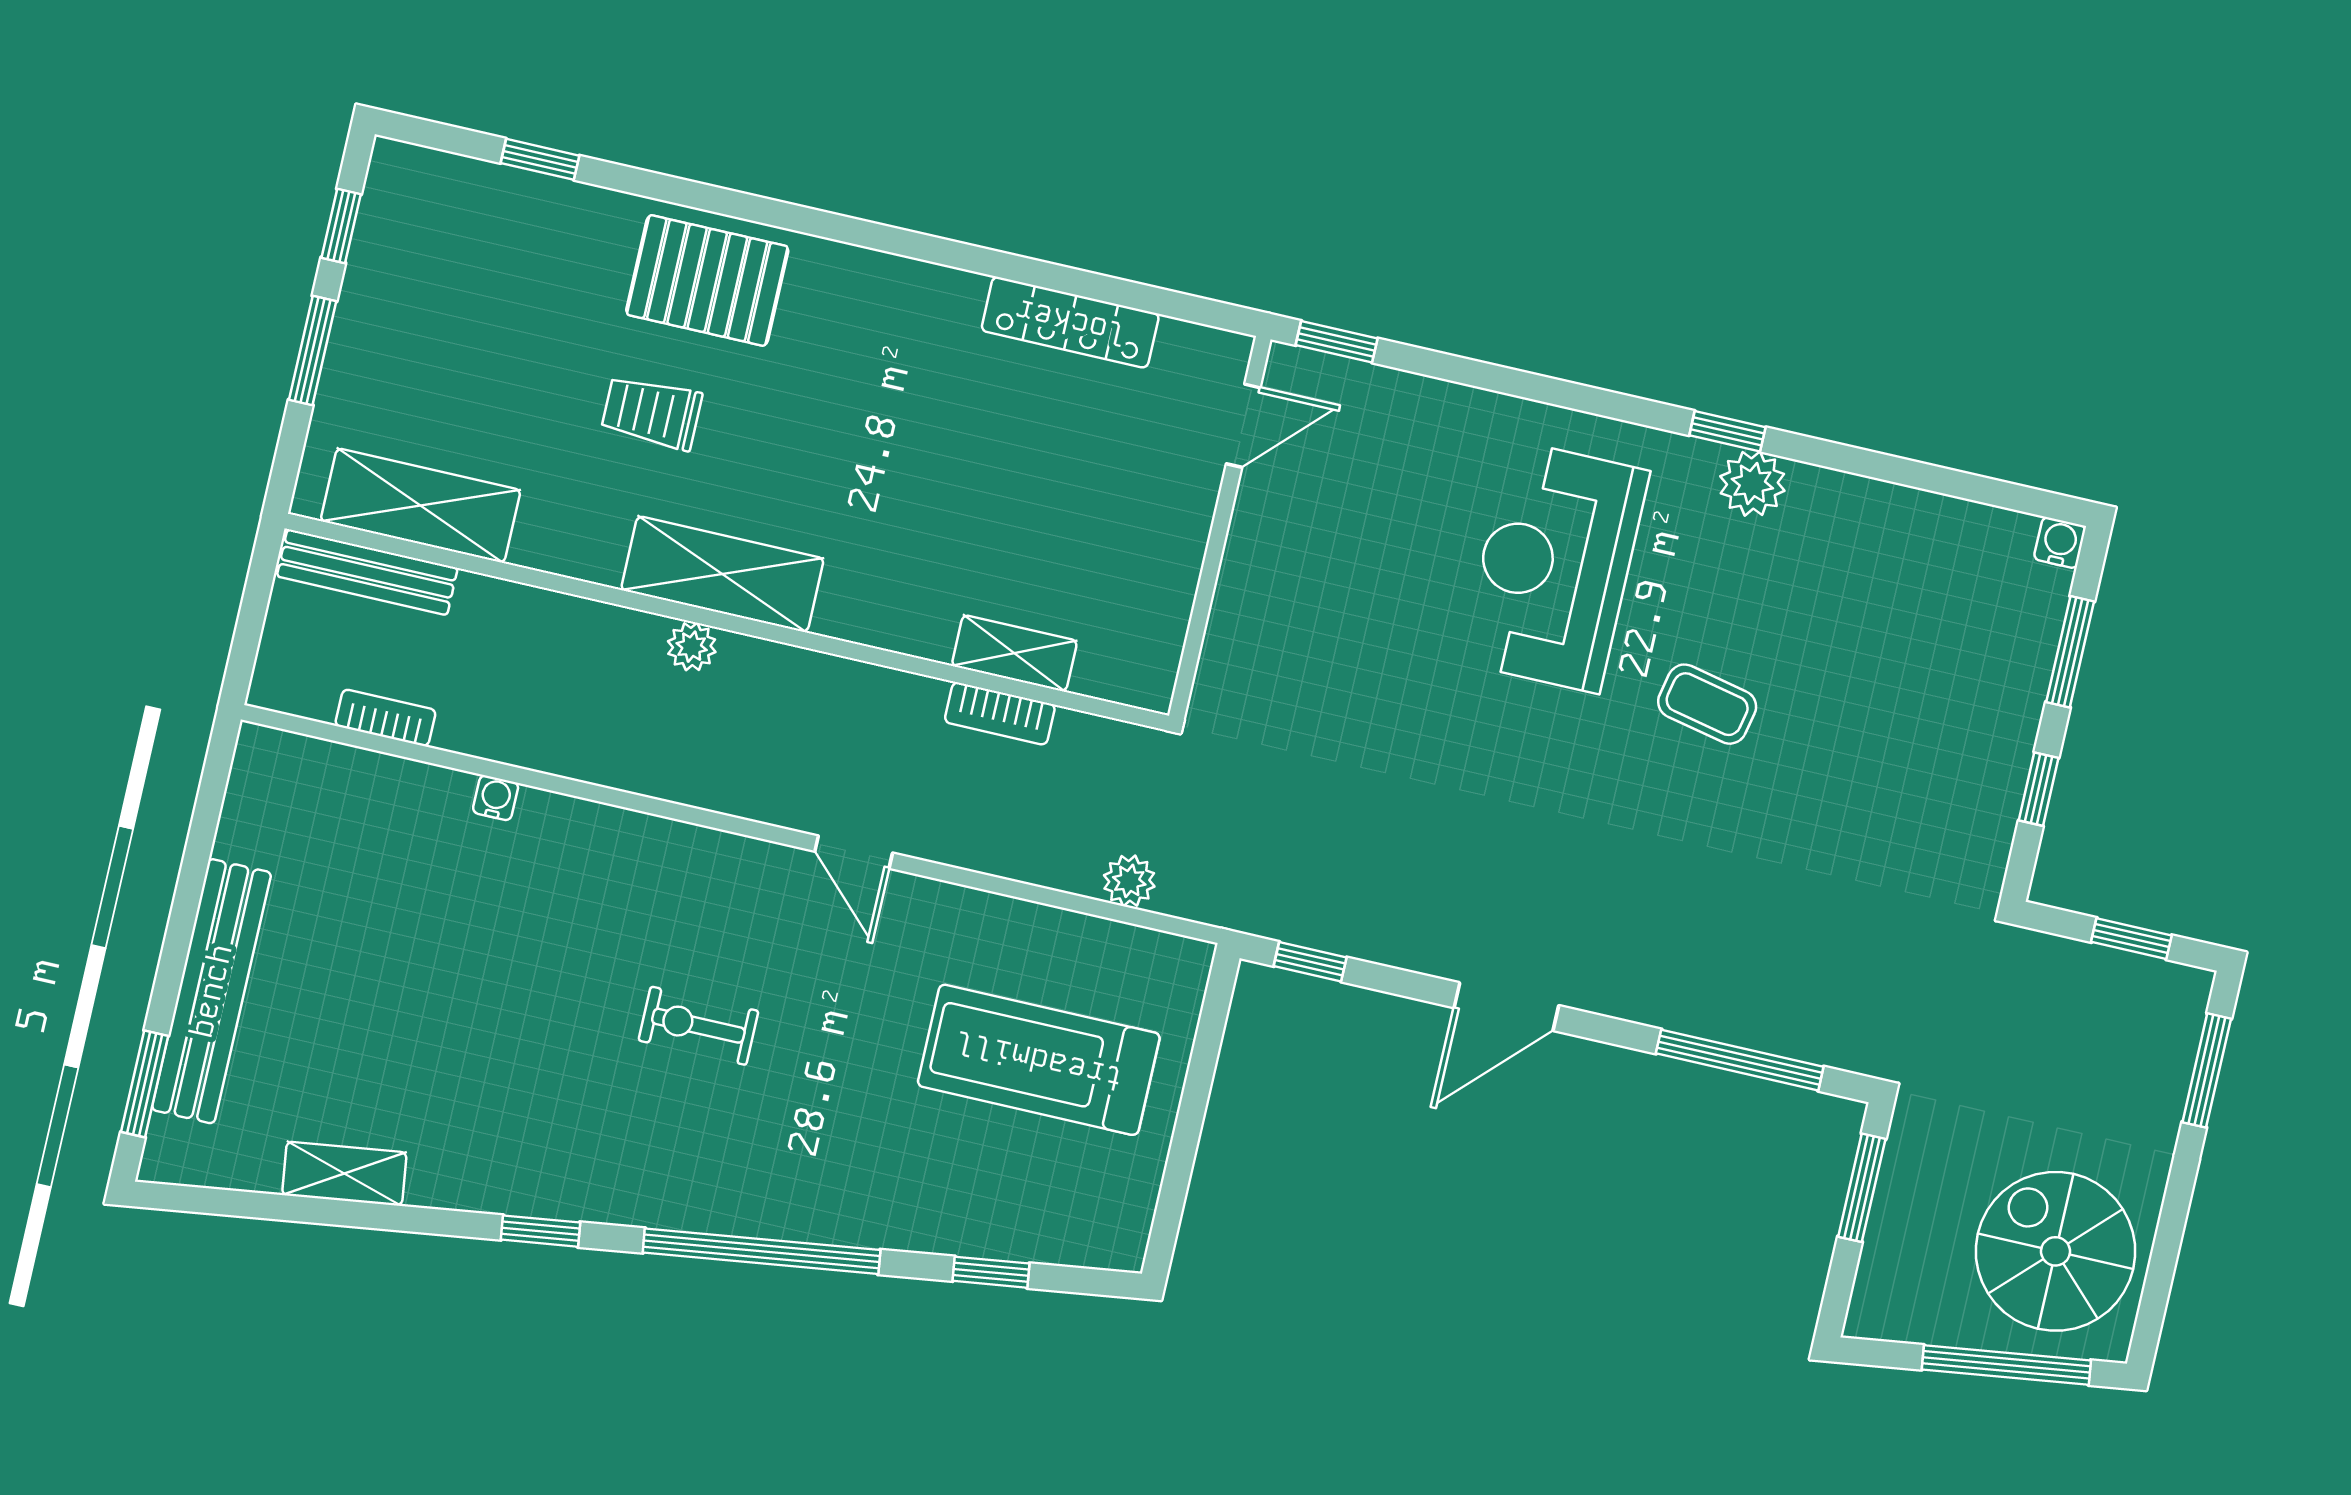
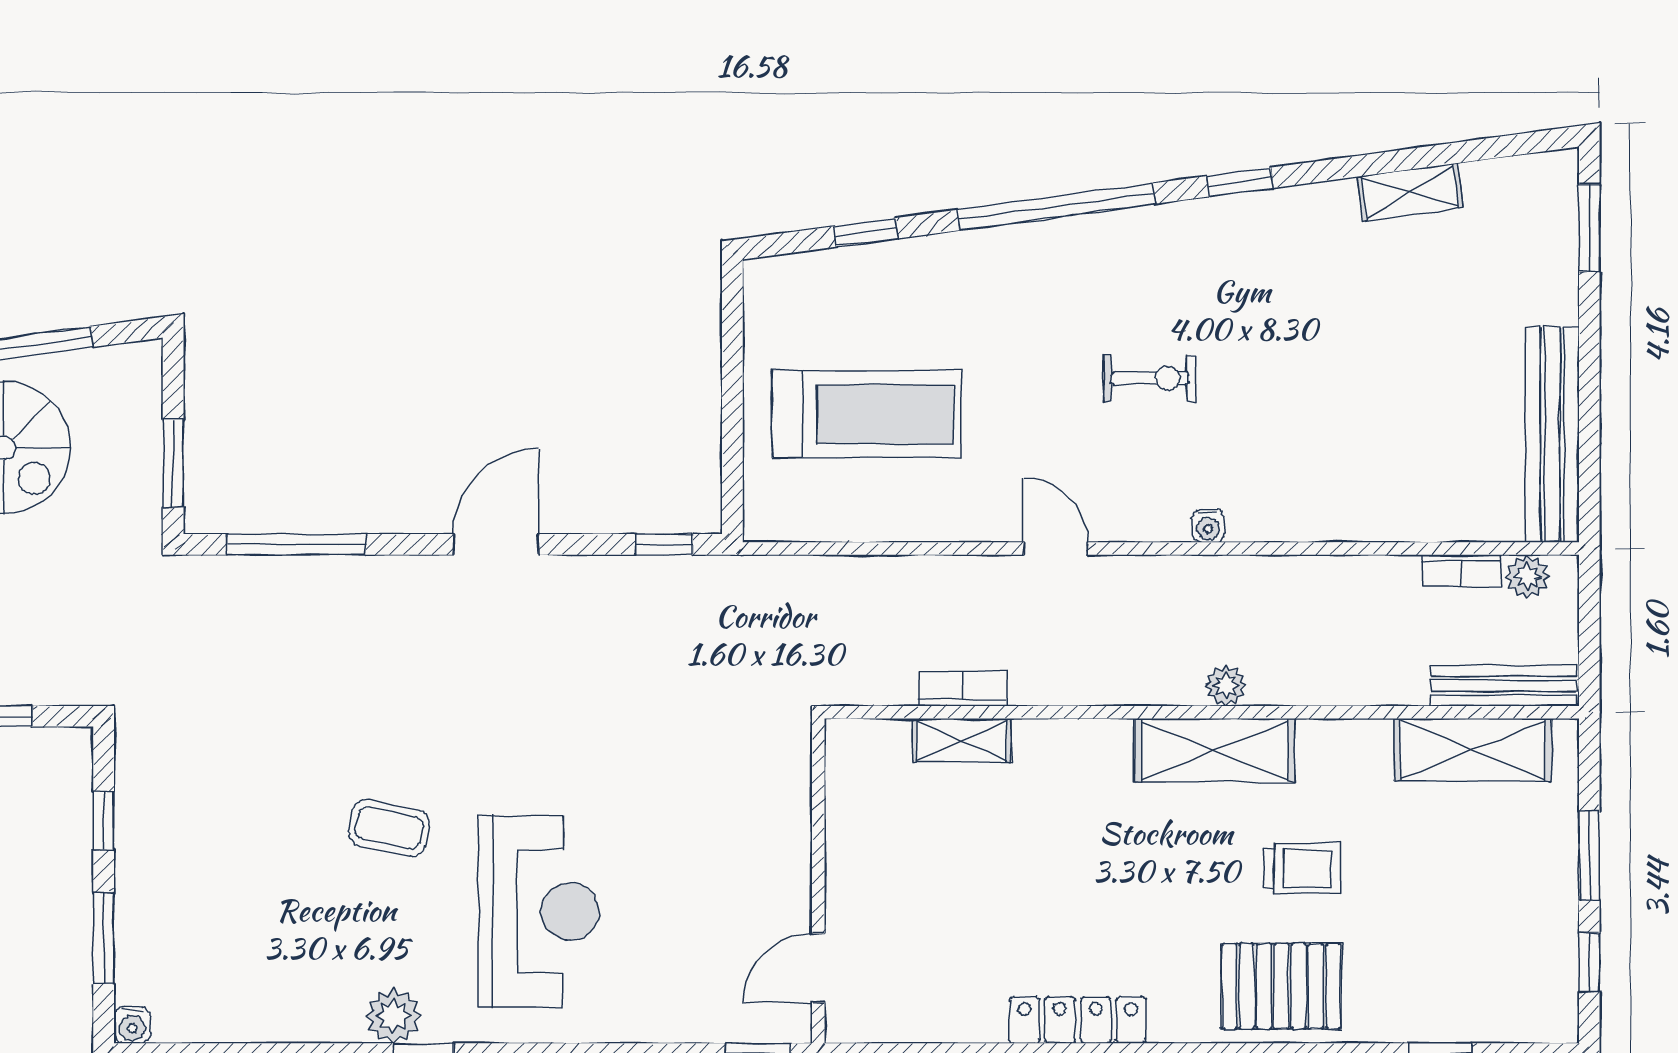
locker: (1070, 322) -> (1078, 1020), moved
water cooler: (496, 798) -> (1208, 526), moved
plant: (1129, 881) -> (1527, 576), moved
bench: (211, 991) -> (1552, 435), moved

